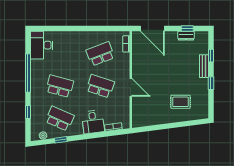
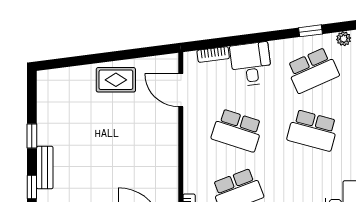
door: (131, 87) -> (181, 90), moved
rug: (181, 102) -> (116, 80), moved
school desk: (60, 119) -> (313, 70), turned -48

